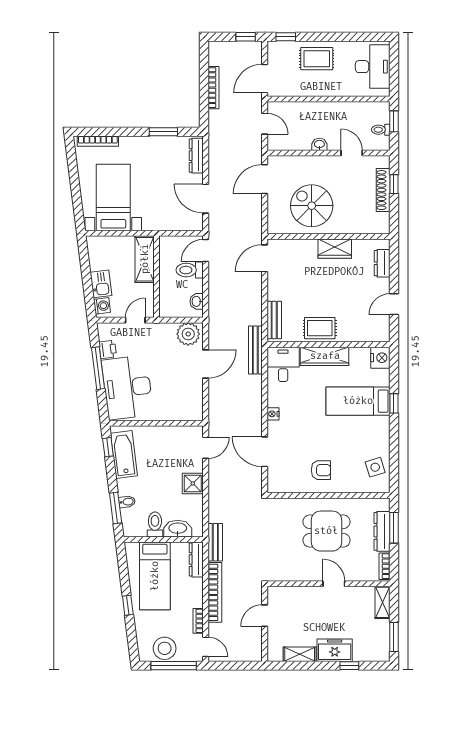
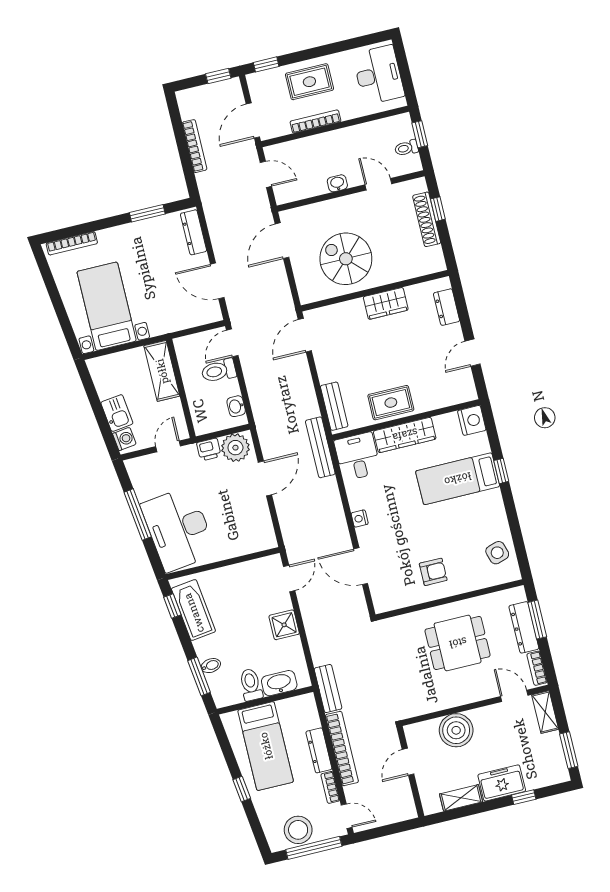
bookcase: (314, 91) -> (315, 122), added
printer: (108, 349) -> (209, 449), moved, turned 97
dresser: (196, 560) -> (319, 750), moved
door: (334, 584) -> (514, 696), moved
boiler: (309, 600) -> (456, 730), added

